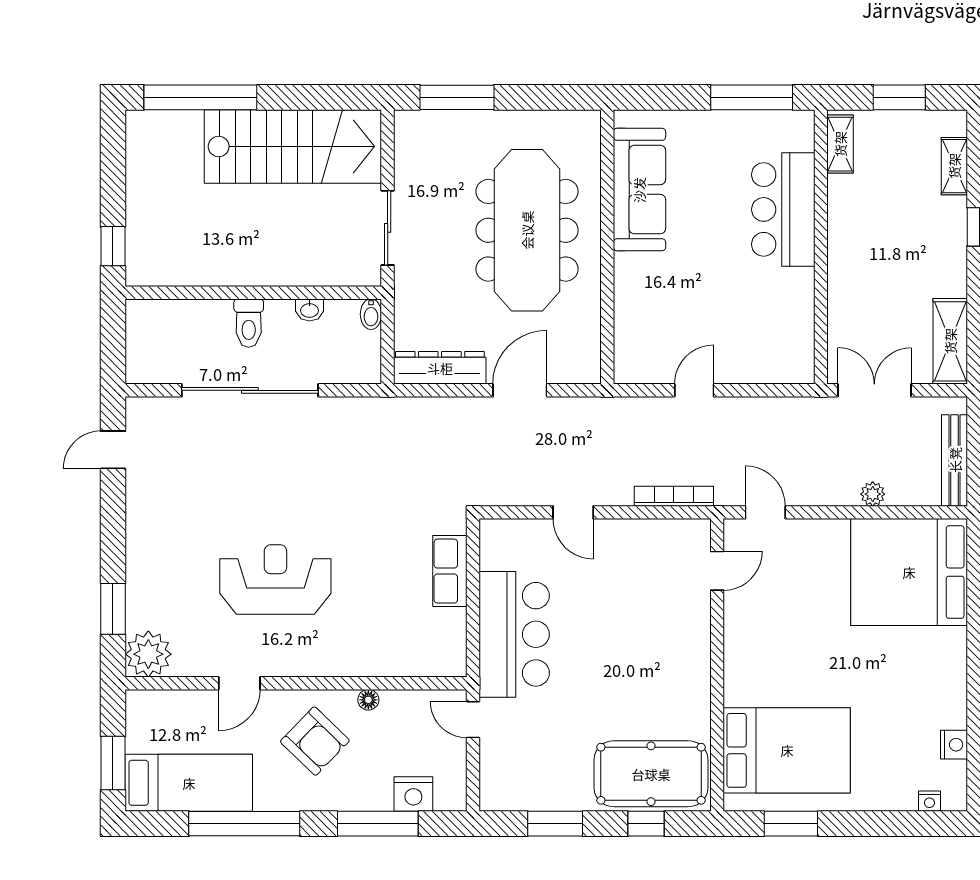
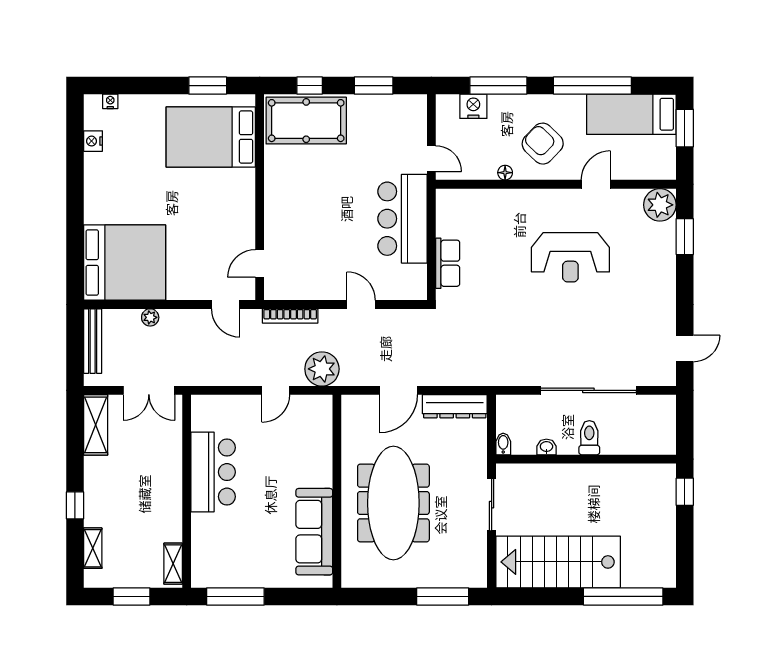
bar counter: (783, 209) -> (213, 472), moved
plant: (629, 421) -> (322, 369), added

